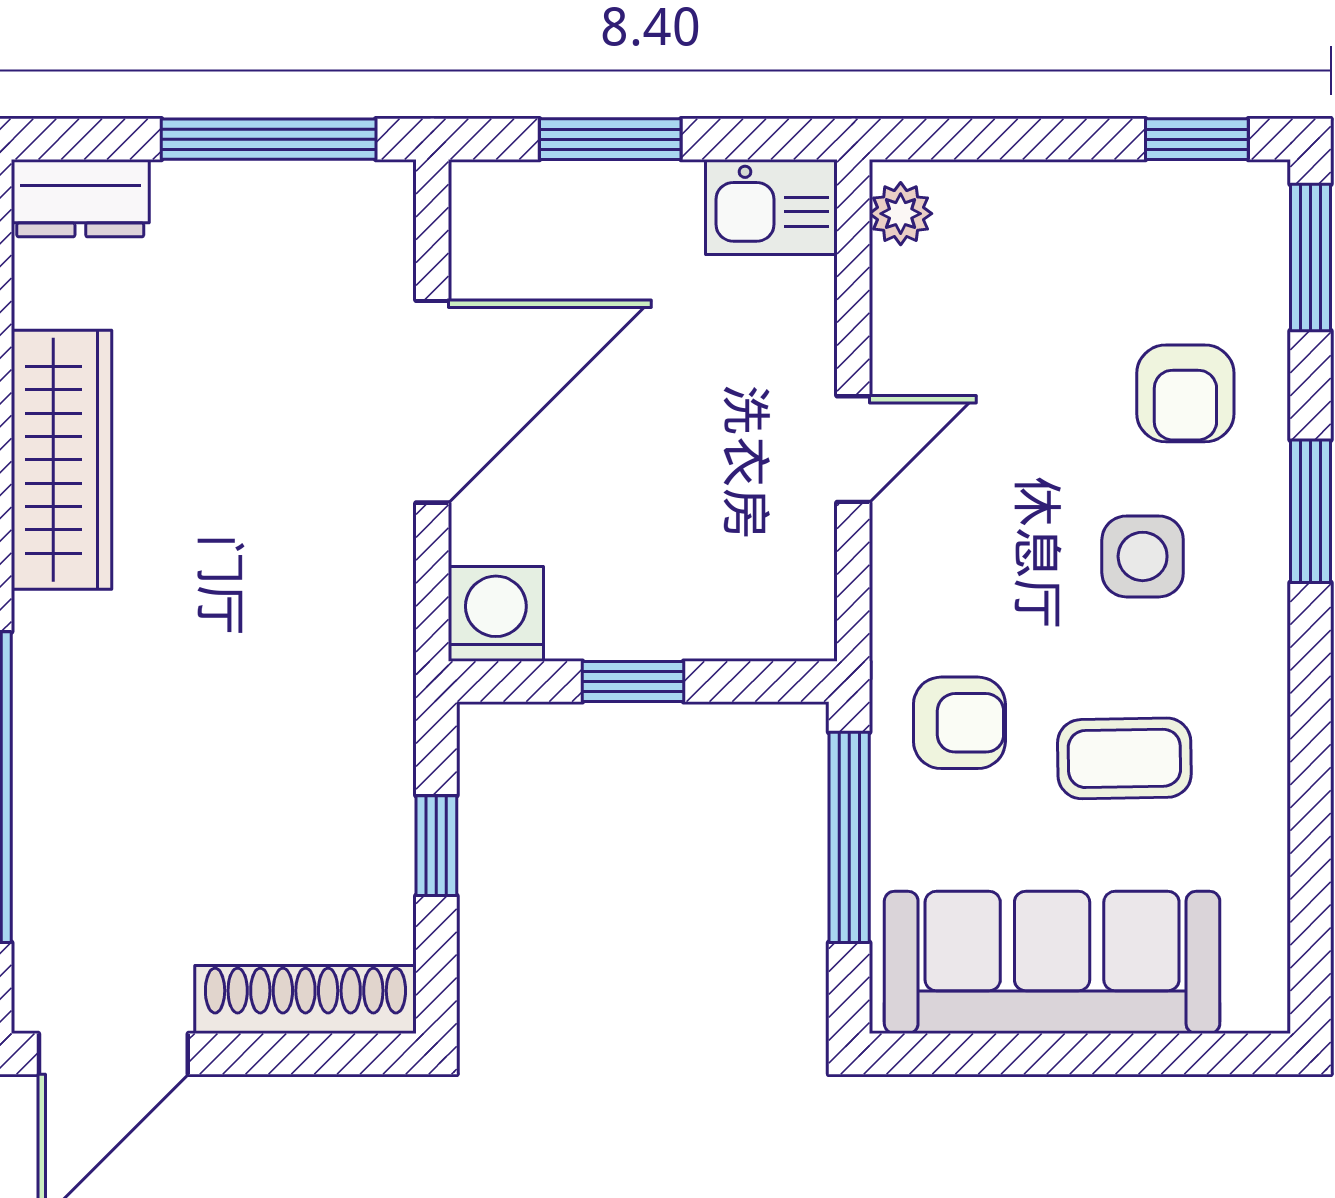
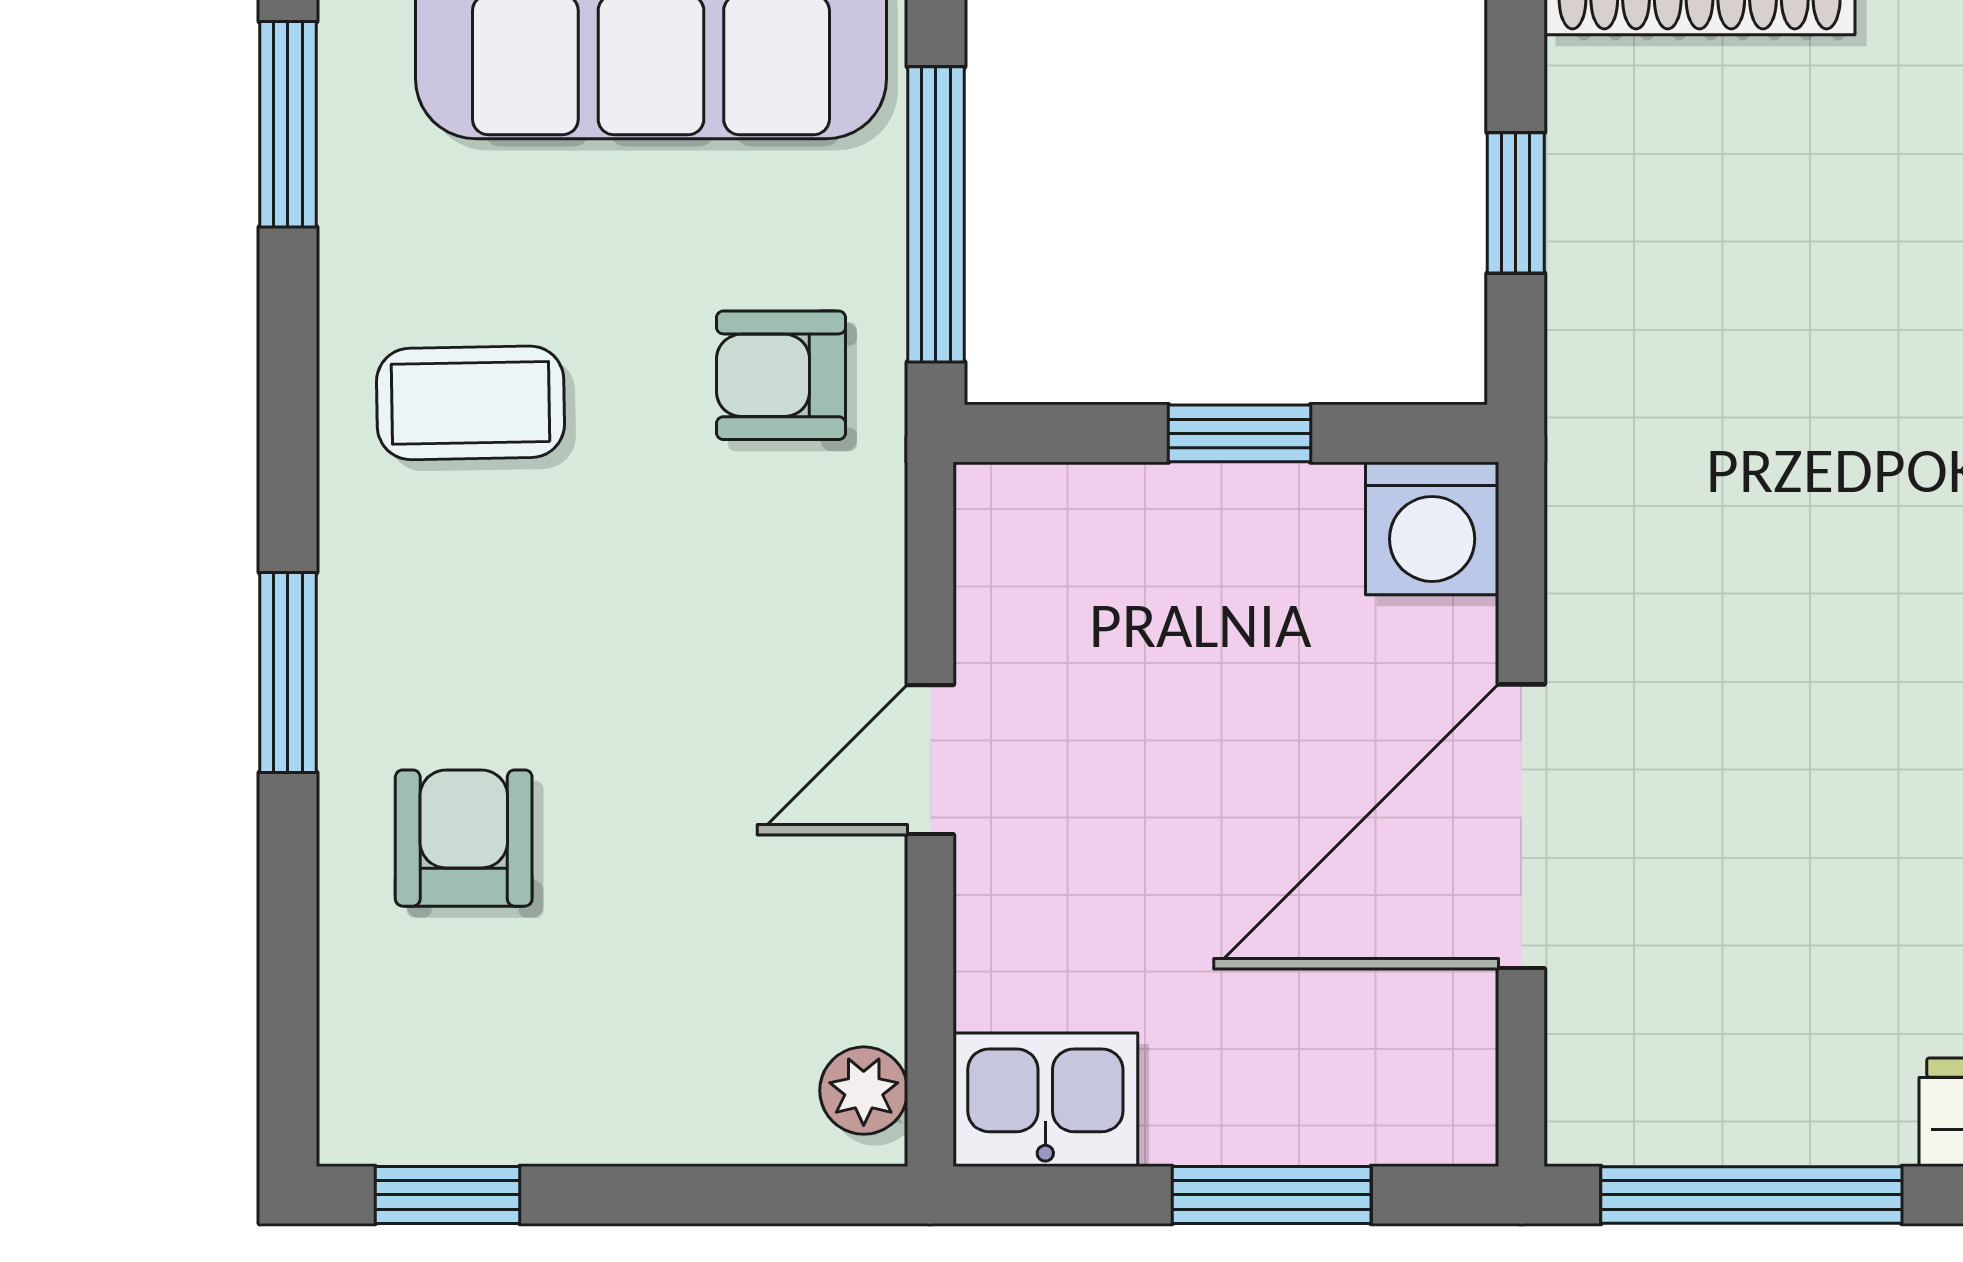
window: (1311, 258) -> (288, 124), moved
side table: (1143, 556) -> (524, 609), removed
coffee table: (1124, 758) -> (471, 403), moved

